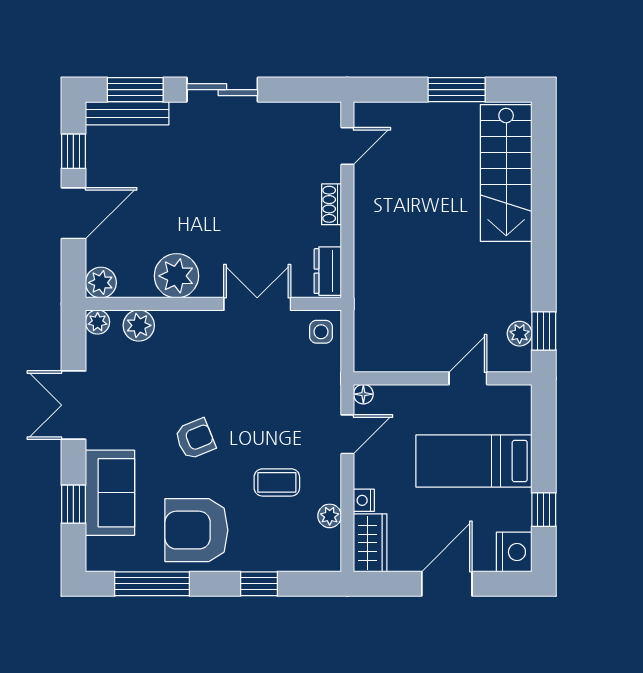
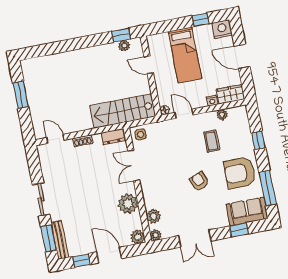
stairs: (506, 173) -> (122, 111), moved, turned 180
sofa: (110, 493) -> (247, 211), moved
armchair: (196, 530) -> (240, 173), turned 90

